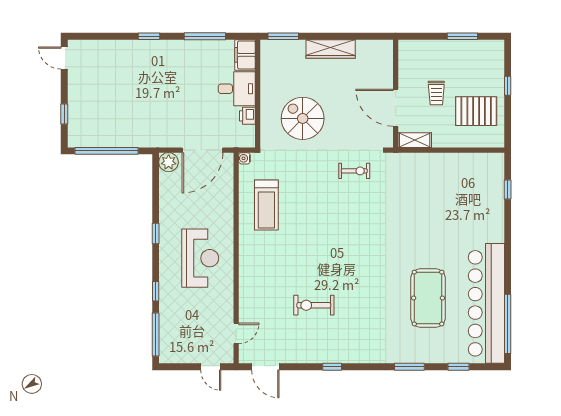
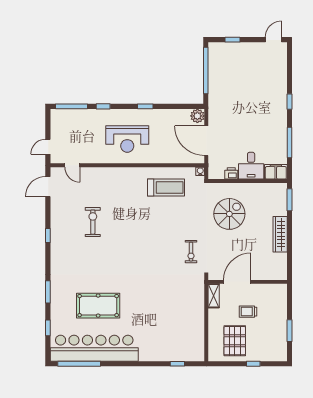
treadmill: (266, 205) -> (166, 187), turned 180

